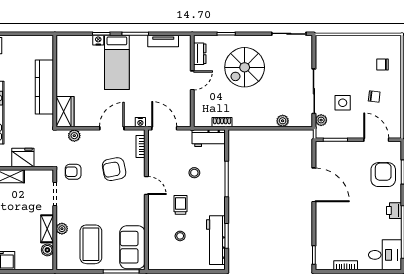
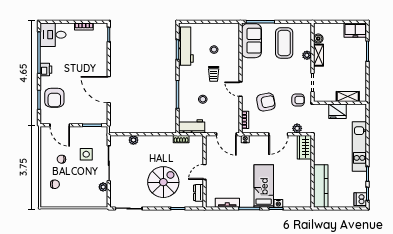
kitchen counter: (44, 87) -> (321, 186), moved
plant: (321, 120) -> (103, 187), moved
door: (112, 128) -> (278, 134), moved

